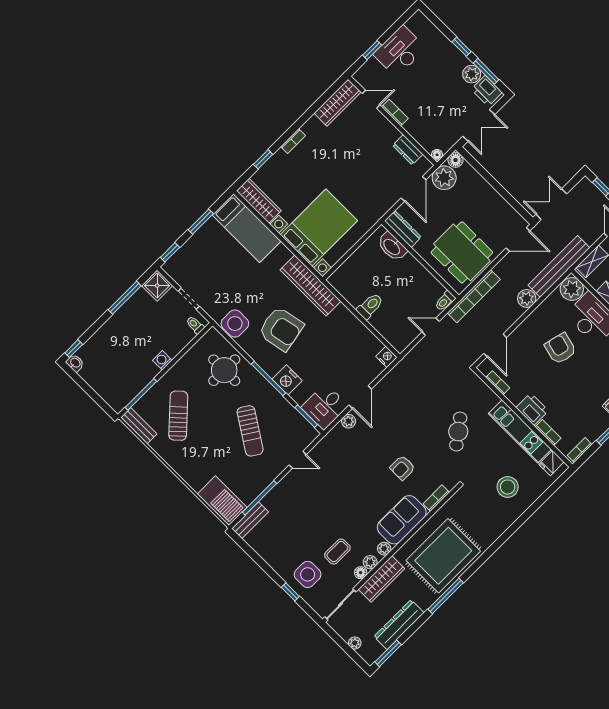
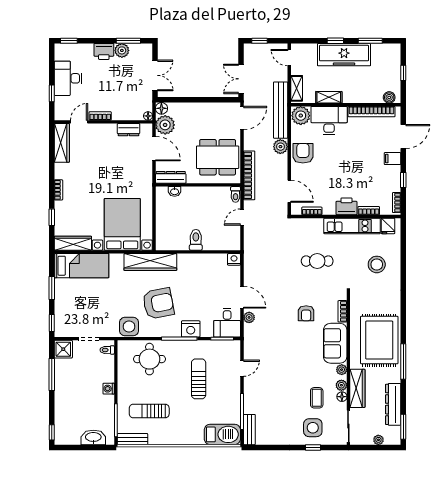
window: (461, 47) -> (69, 41), moved
printer: (487, 91) -> (104, 51), moved
washbasin: (392, 247) -> (175, 191), width x0.52, depth x0.69
armchair: (560, 348) -> (303, 153), moved, turned 76
washbasin: (75, 363) -> (93, 437), moved, width x1.91, depth x1.45
sun lounger: (178, 416) -> (149, 411), turned -47
sun lounger: (250, 431) -> (199, 379), turned -123
cafe table: (458, 432) -> (317, 261), turned -53

